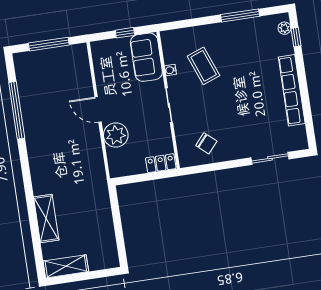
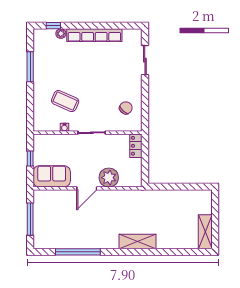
plant: (284, 28) -> (61, 34), moved
sofa: (146, 57) -> (52, 176), moved, turned 180
coffee table: (204, 66) -> (65, 101), turned 45
shelving: (46, 219) -> (138, 242), moved

